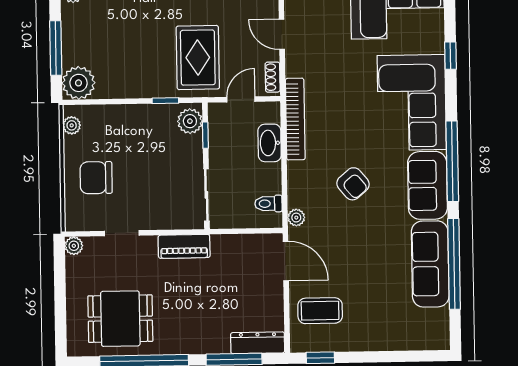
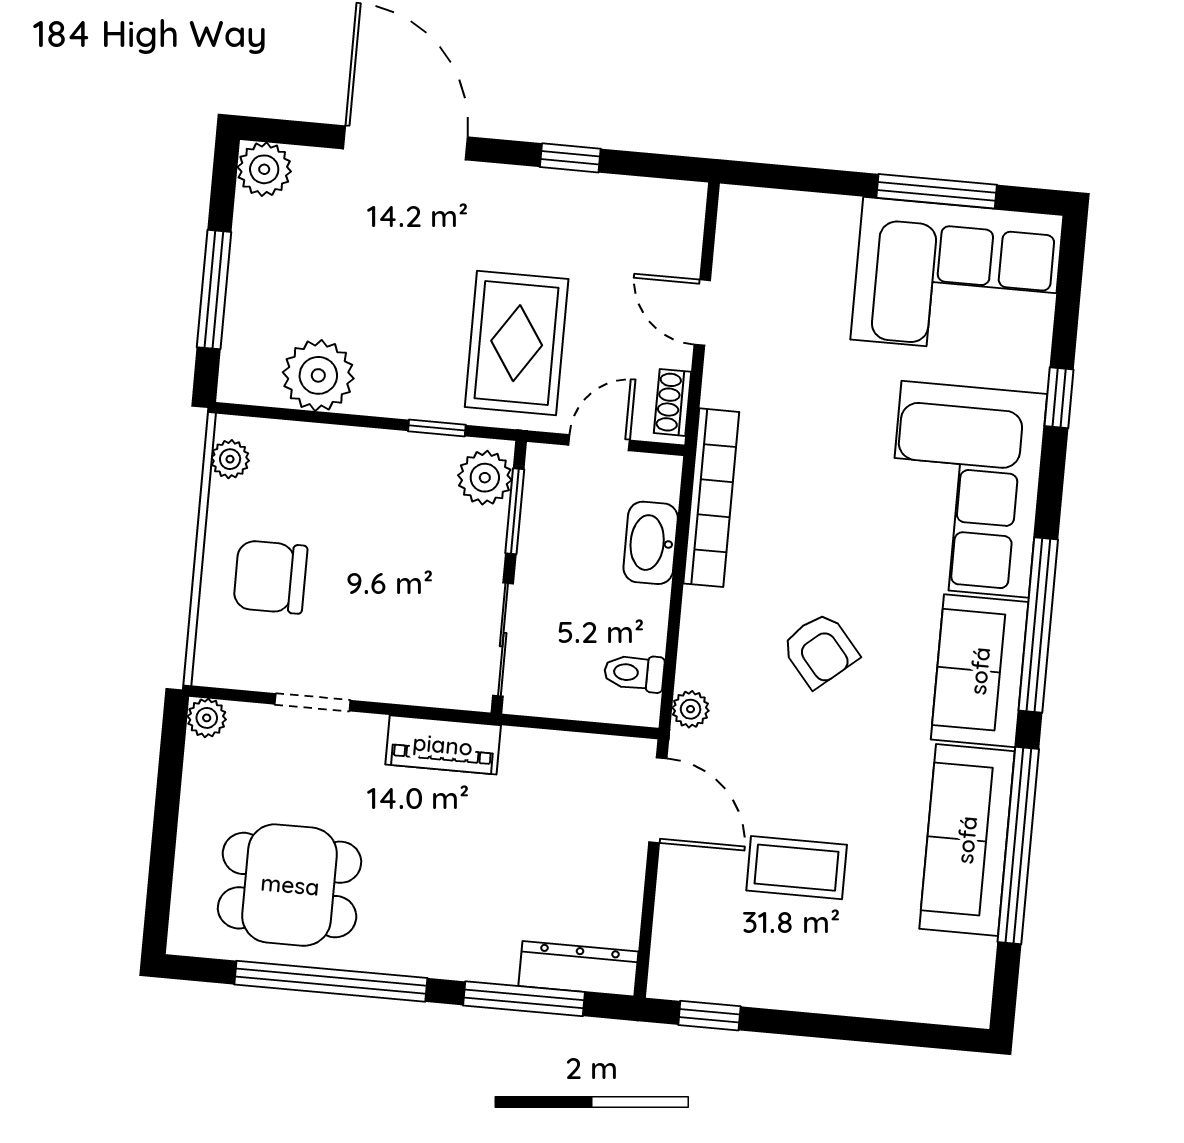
plant: (79, 83) -> (318, 375), moved
window: (205, 135) -> (515, 511), width x1.50
coffee table: (320, 311) -> (797, 868), moved

